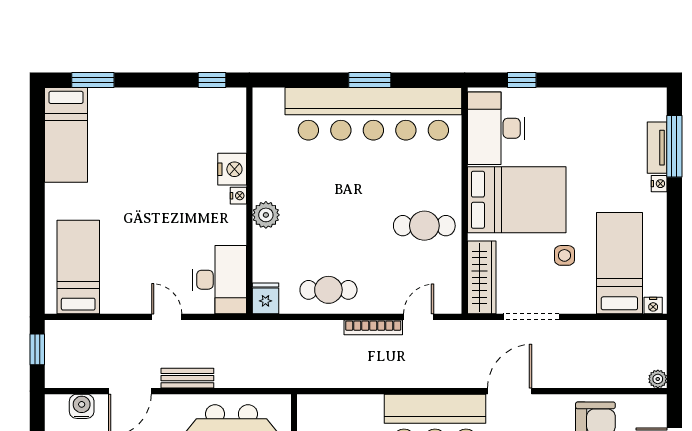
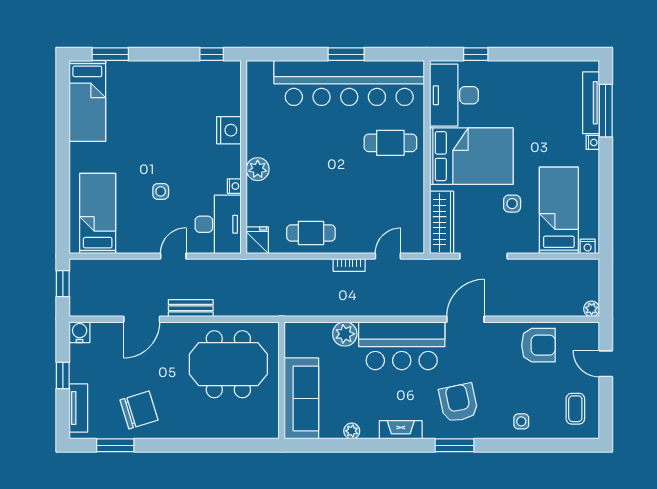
tv unit: (657, 148) -> (591, 103), width x1.41
nightstand: (238, 196) -> (234, 186), moved
cafe table: (424, 226) -> (390, 143), moved
side table: (152, 241) -> (161, 191), added
door: (167, 317) -> (173, 256), hinge flipped
bookcase: (373, 327) -> (349, 265), width x0.64
water cooler: (82, 406) -> (80, 332), moved
plant: (368, 408) -> (345, 334), added

